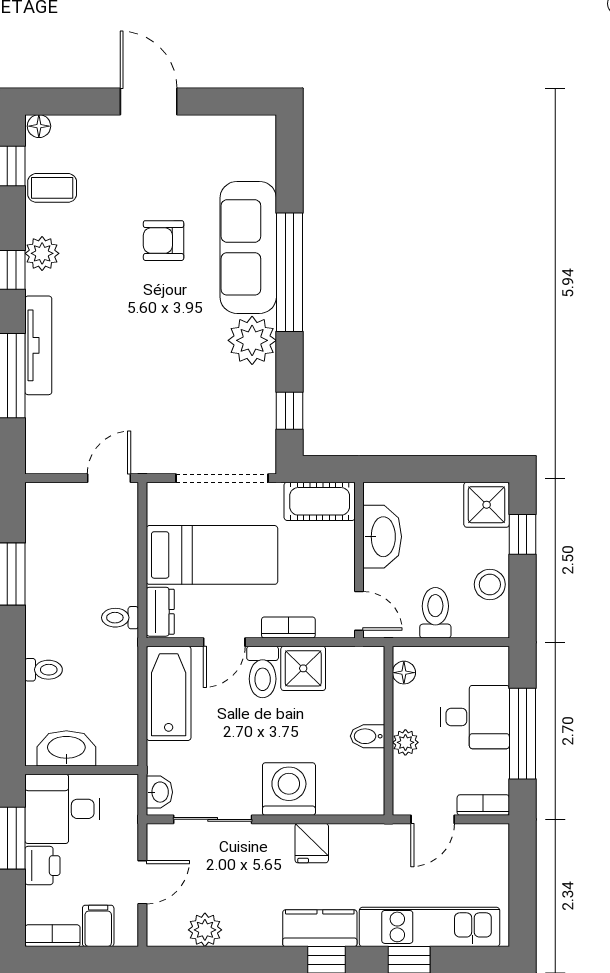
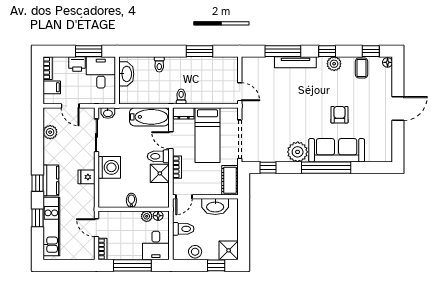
desk: (475, 717) -> (156, 245), moved
plant: (405, 742) -> (147, 216), moved

